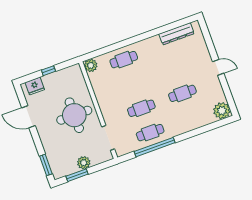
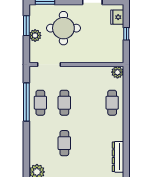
round table: (74, 115) -> (63, 28), moved

